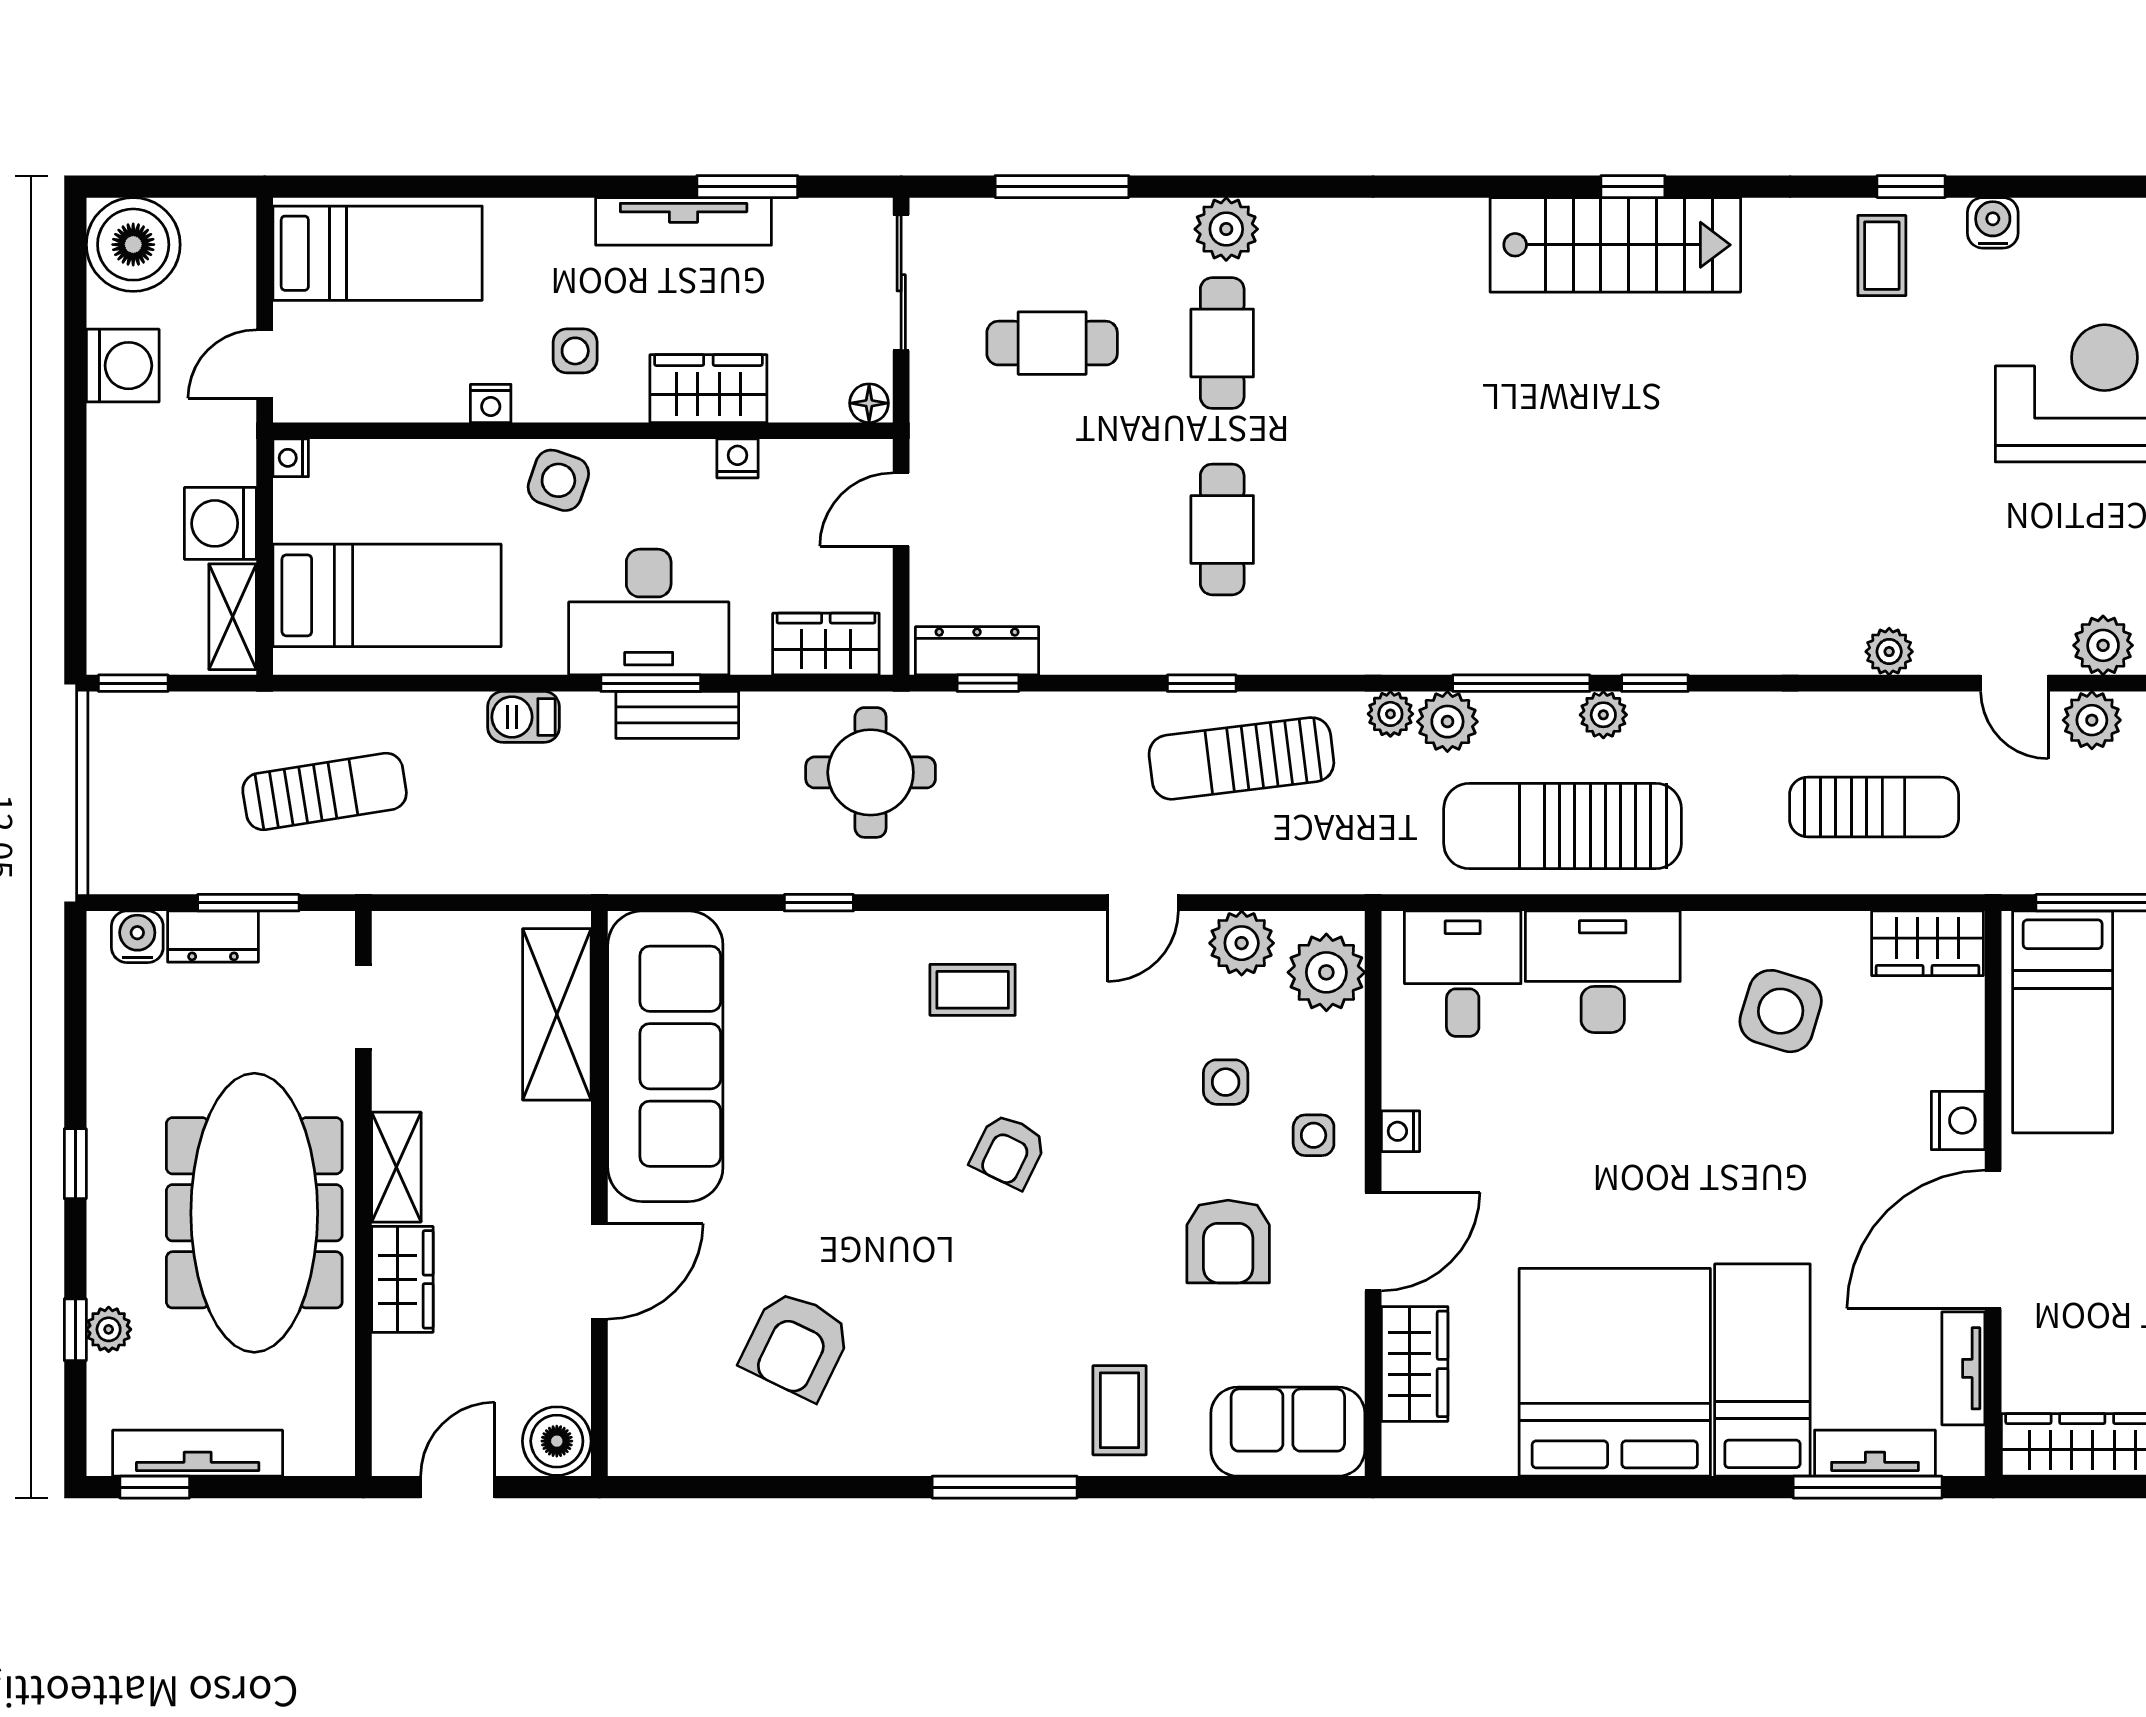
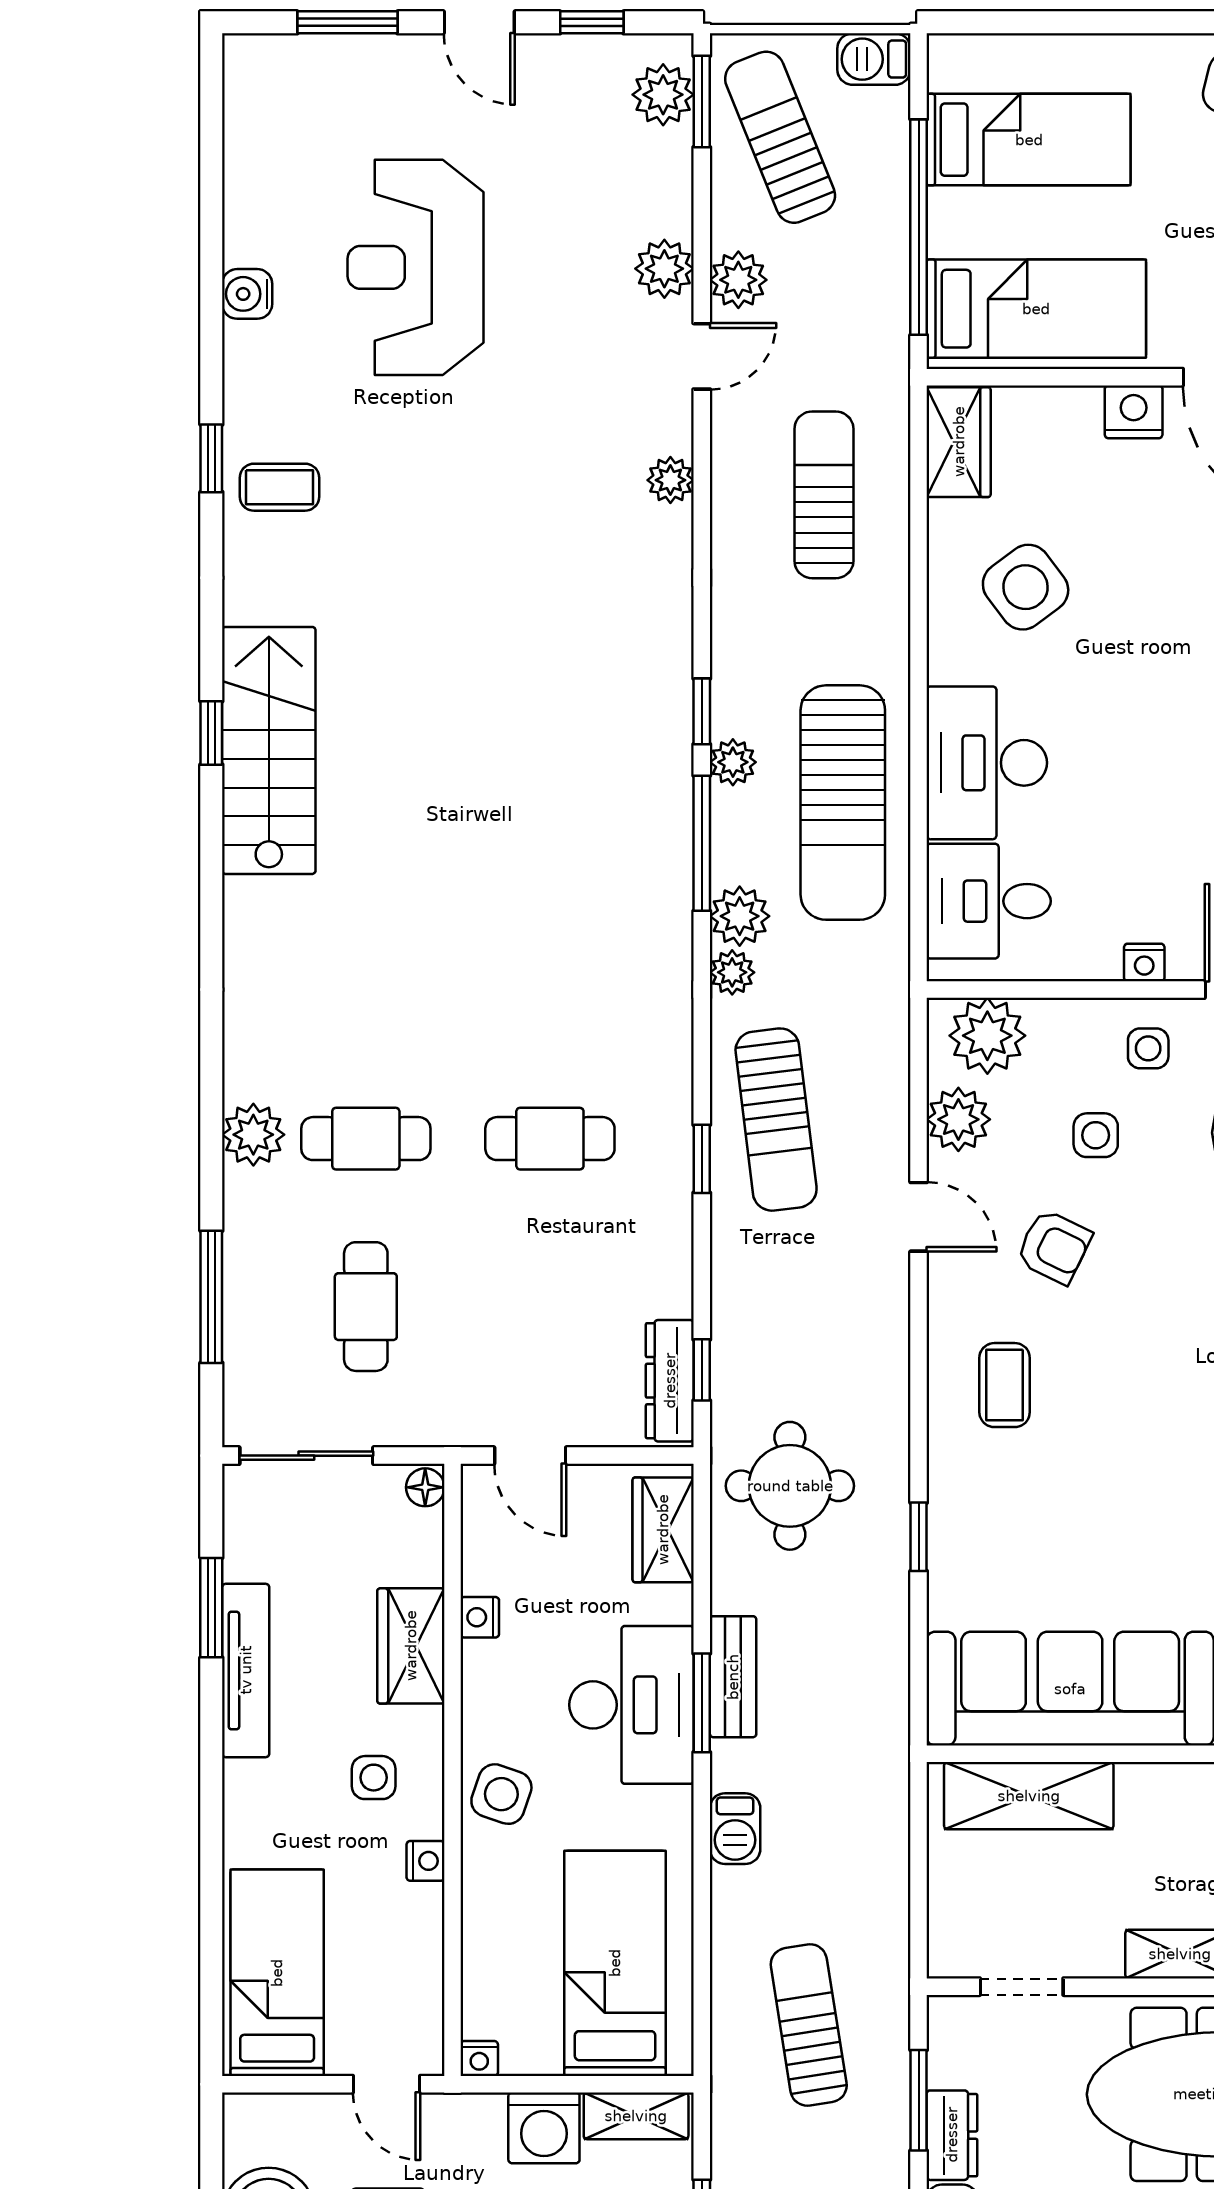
water cooler: (1993, 223) -> (247, 294), moved
side table: (1781, 1011) -> (1026, 587), turned 36
armchair: (1008, 1151) -> (1054, 1247), moved

